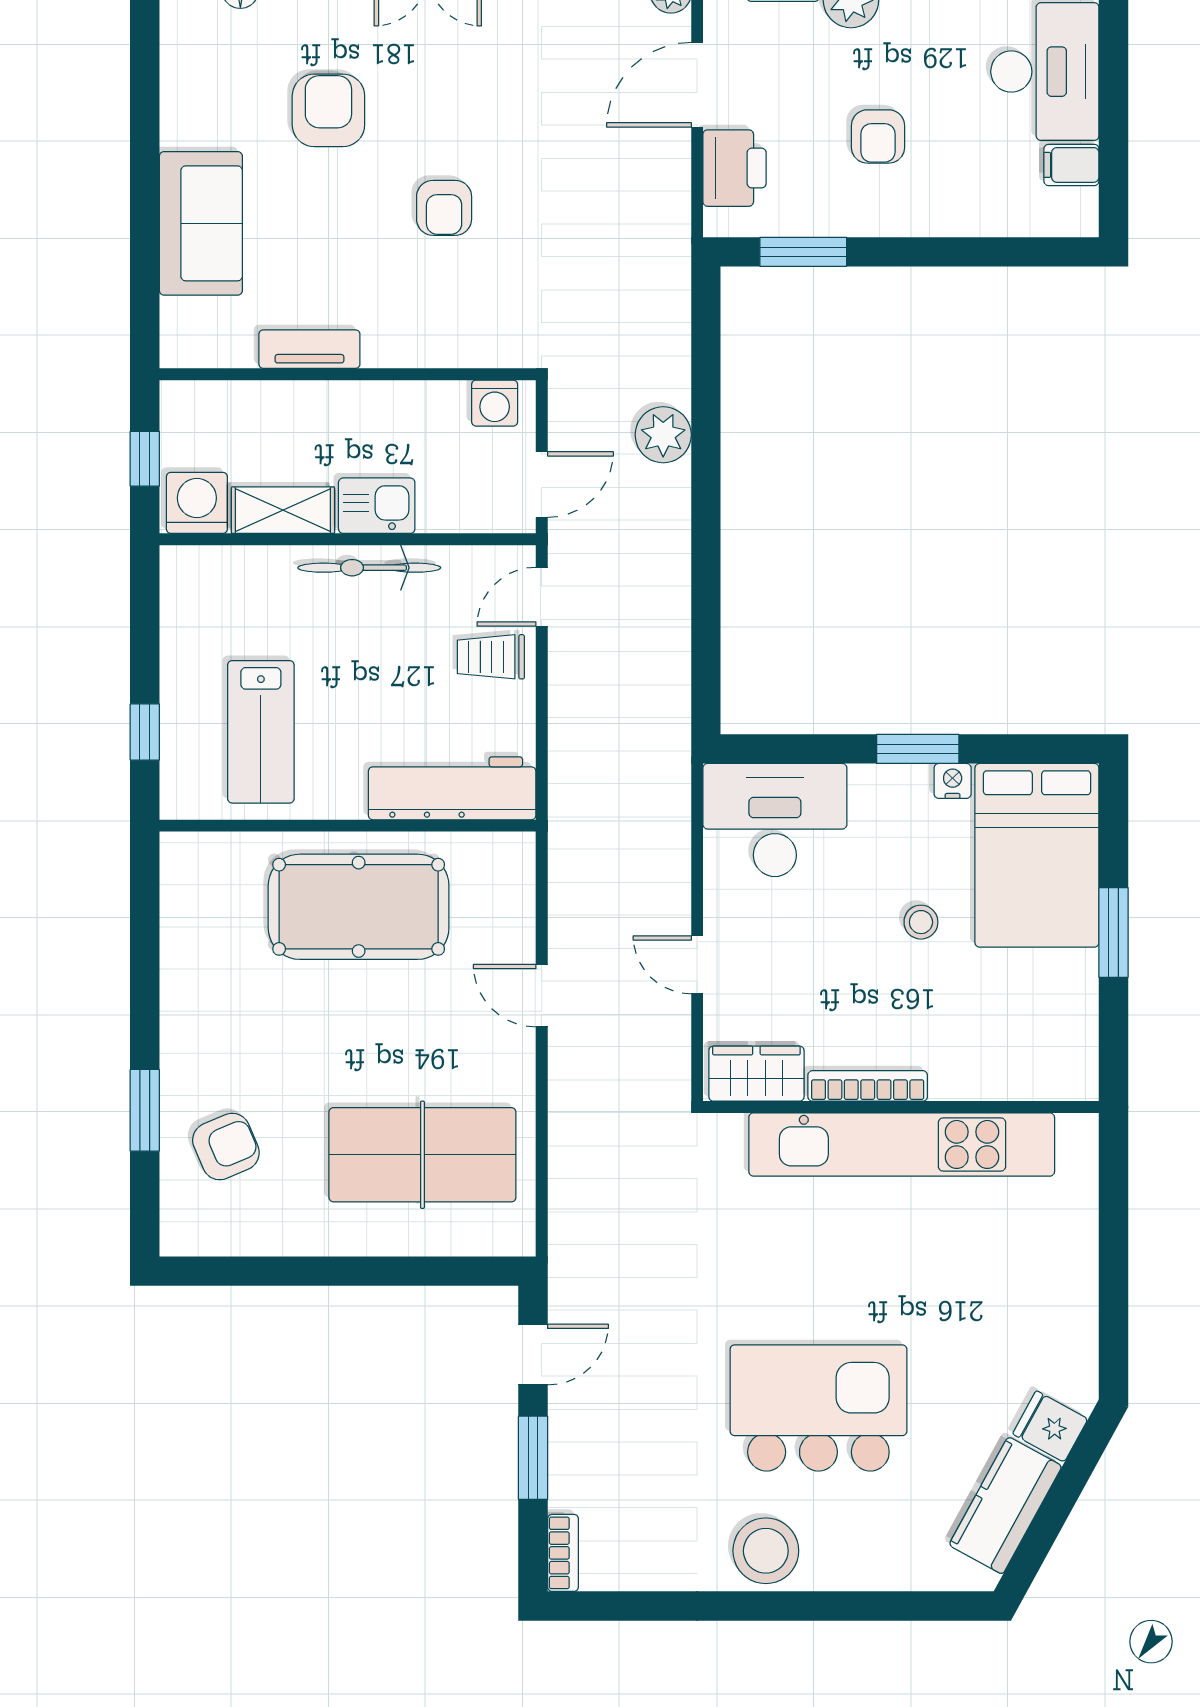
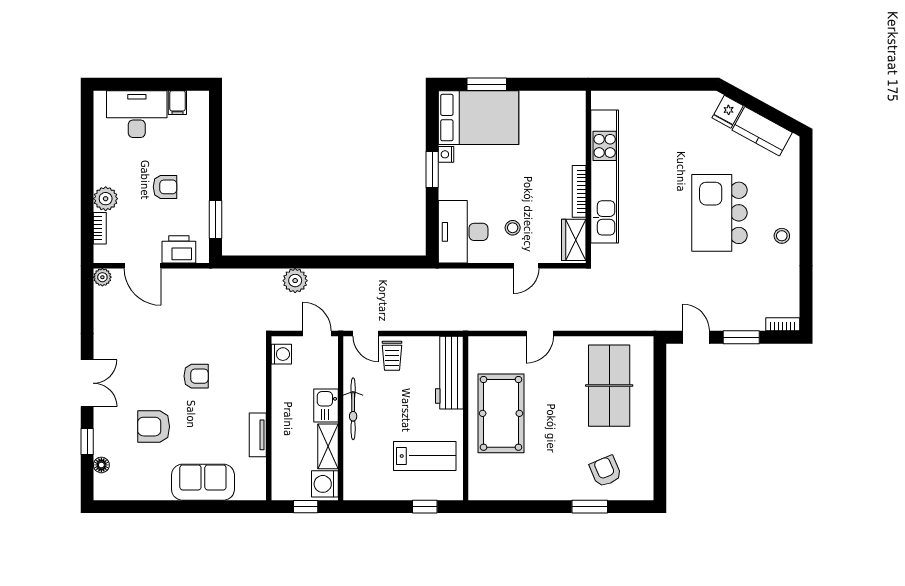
stool: (921, 922) -> (513, 228), moved
window: (1114, 932) -> (487, 84), moved
stool: (766, 1551) -> (782, 236), width x0.53, depth x0.53

